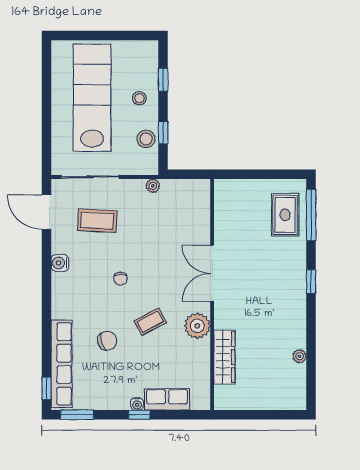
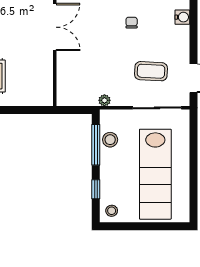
stool: (139, 98) -> (112, 211), moved
window: (163, 133) -> (96, 145), width x2.17
water cooler: (60, 263) -> (182, 17), moved

